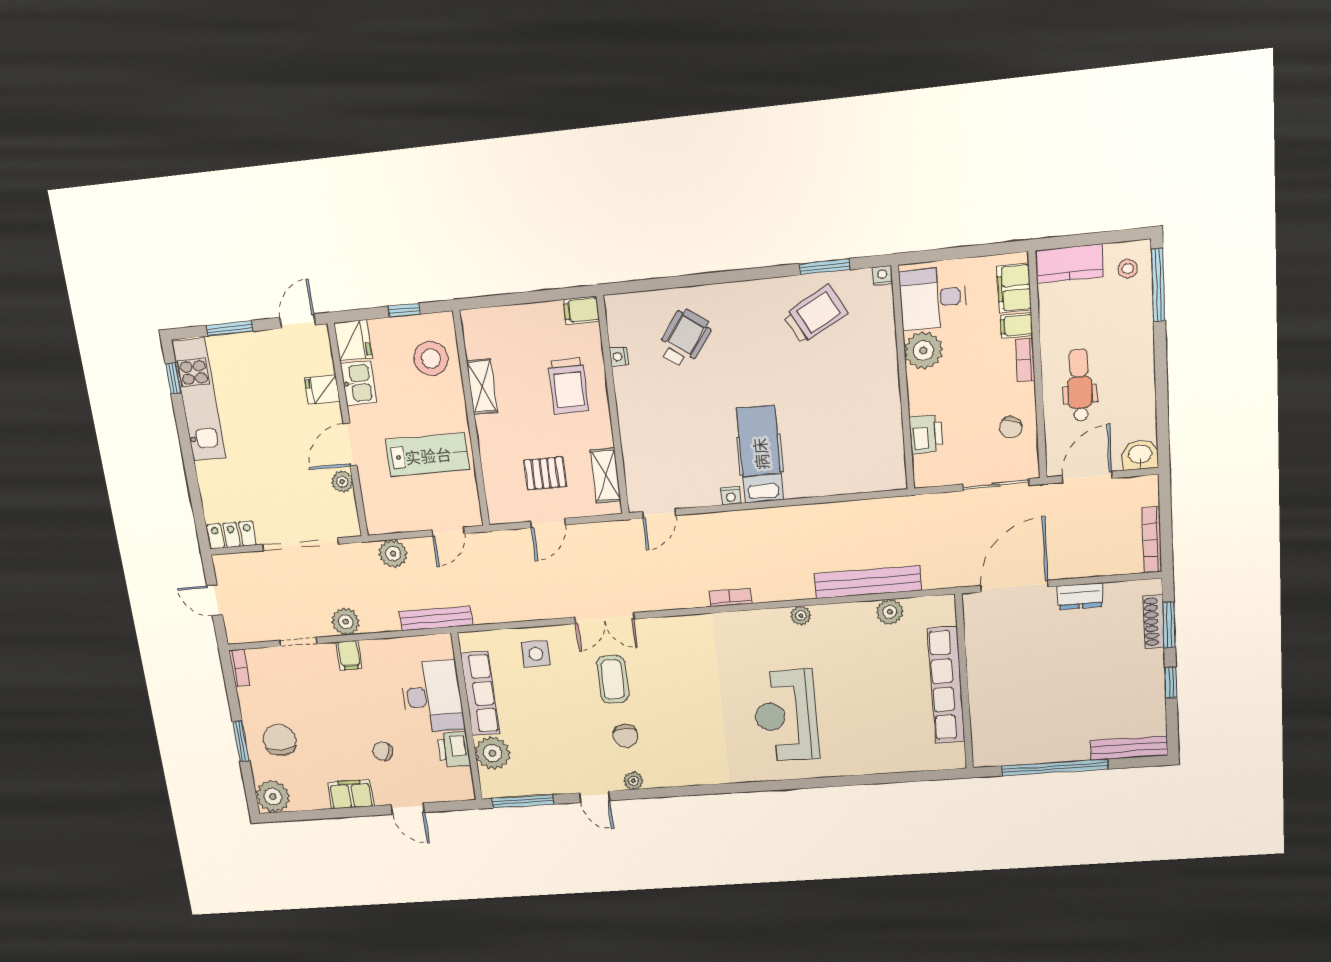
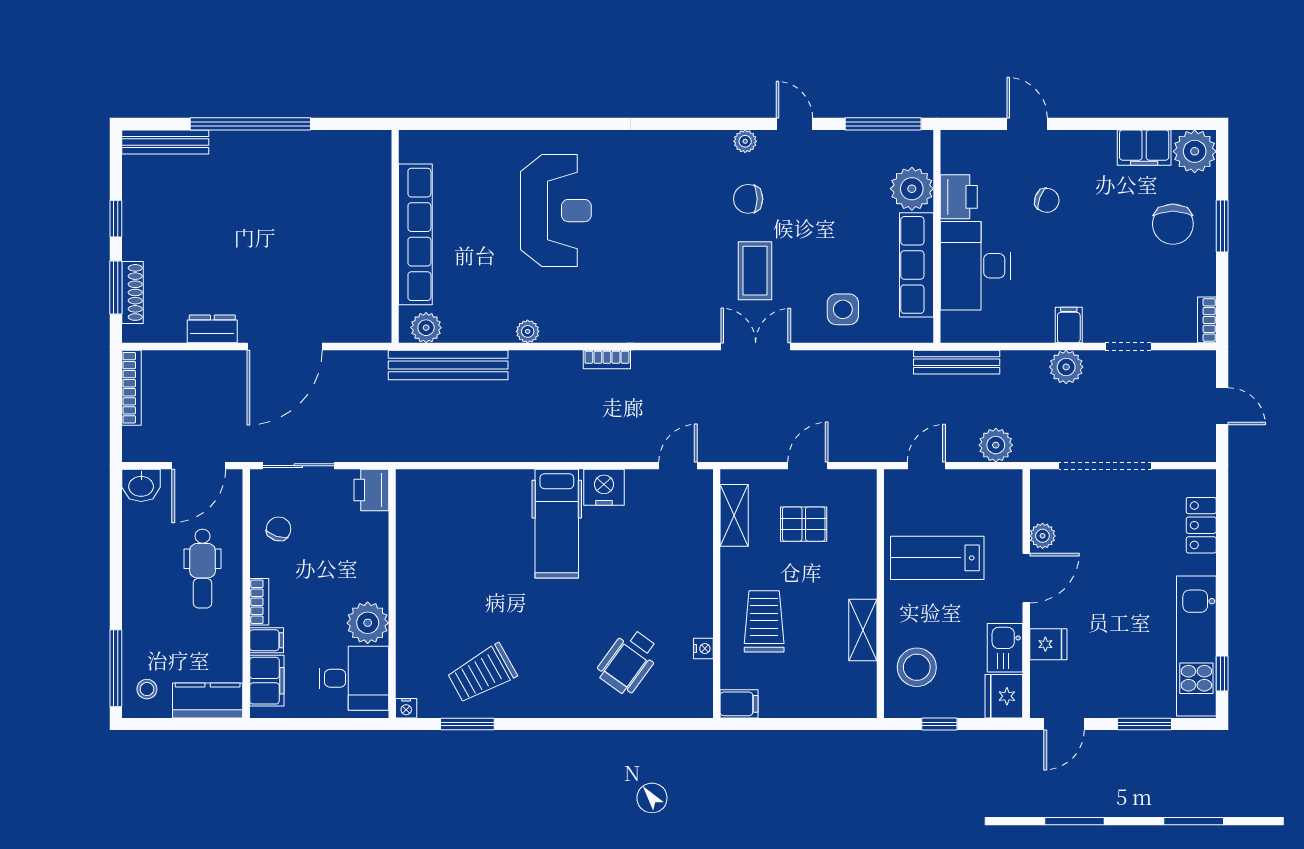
printer: (926, 434) -> (371, 490), moved
nightstand: (731, 496) -> (604, 487), width x1.89, depth x1.79
locker: (232, 535) -> (1201, 525), moved, turned 90
wall: (964, 682) -> (395, 236), moved
row of seats: (946, 685) -> (415, 234), moved
chair: (625, 736) -> (748, 199), turned -90
filing cabinet: (351, 794) -> (1144, 148), moved

